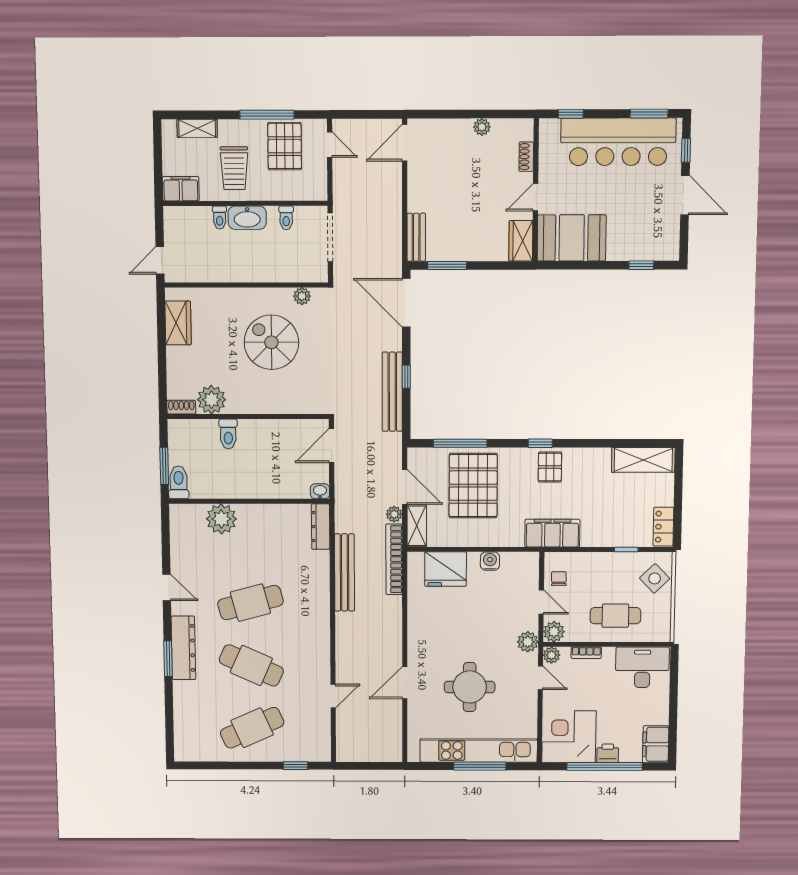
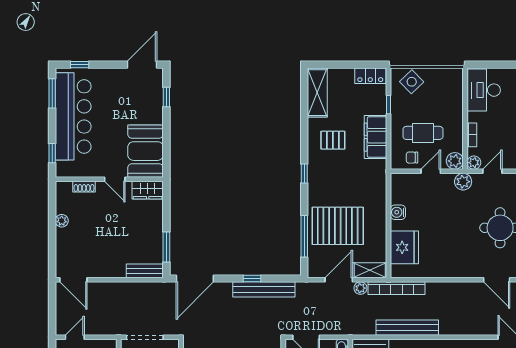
door: (685, 195) -> (142, 65), moved
pallet: (550, 467) -> (333, 140), moved
filing cabinet: (552, 533) -> (375, 137), moved
cafe table: (615, 616) -> (423, 133), moved, turned 90

